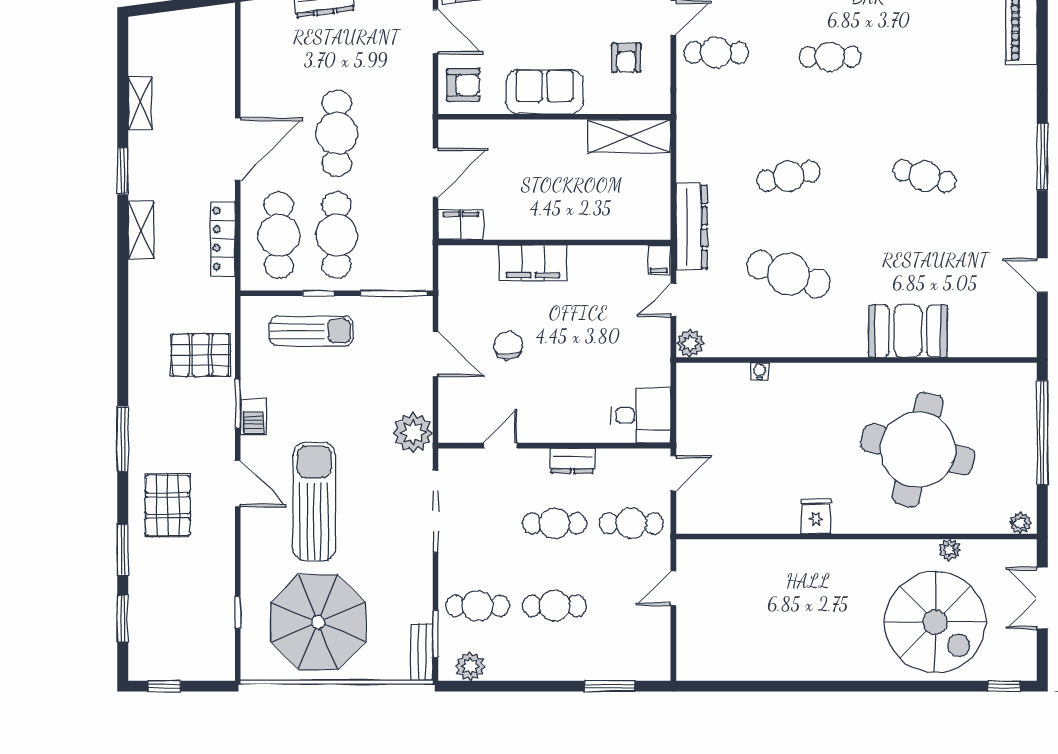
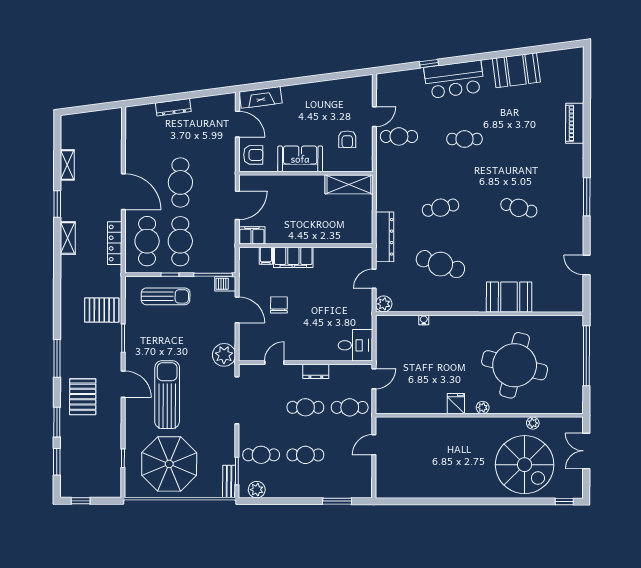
door: (238, 149) -> (123, 192), hinge flipped
filing cabinet: (659, 260) -> (266, 256), moved
barbecue: (253, 417) -> (225, 284), moved, turned 90
plant: (1020, 523) -> (483, 407), moved

